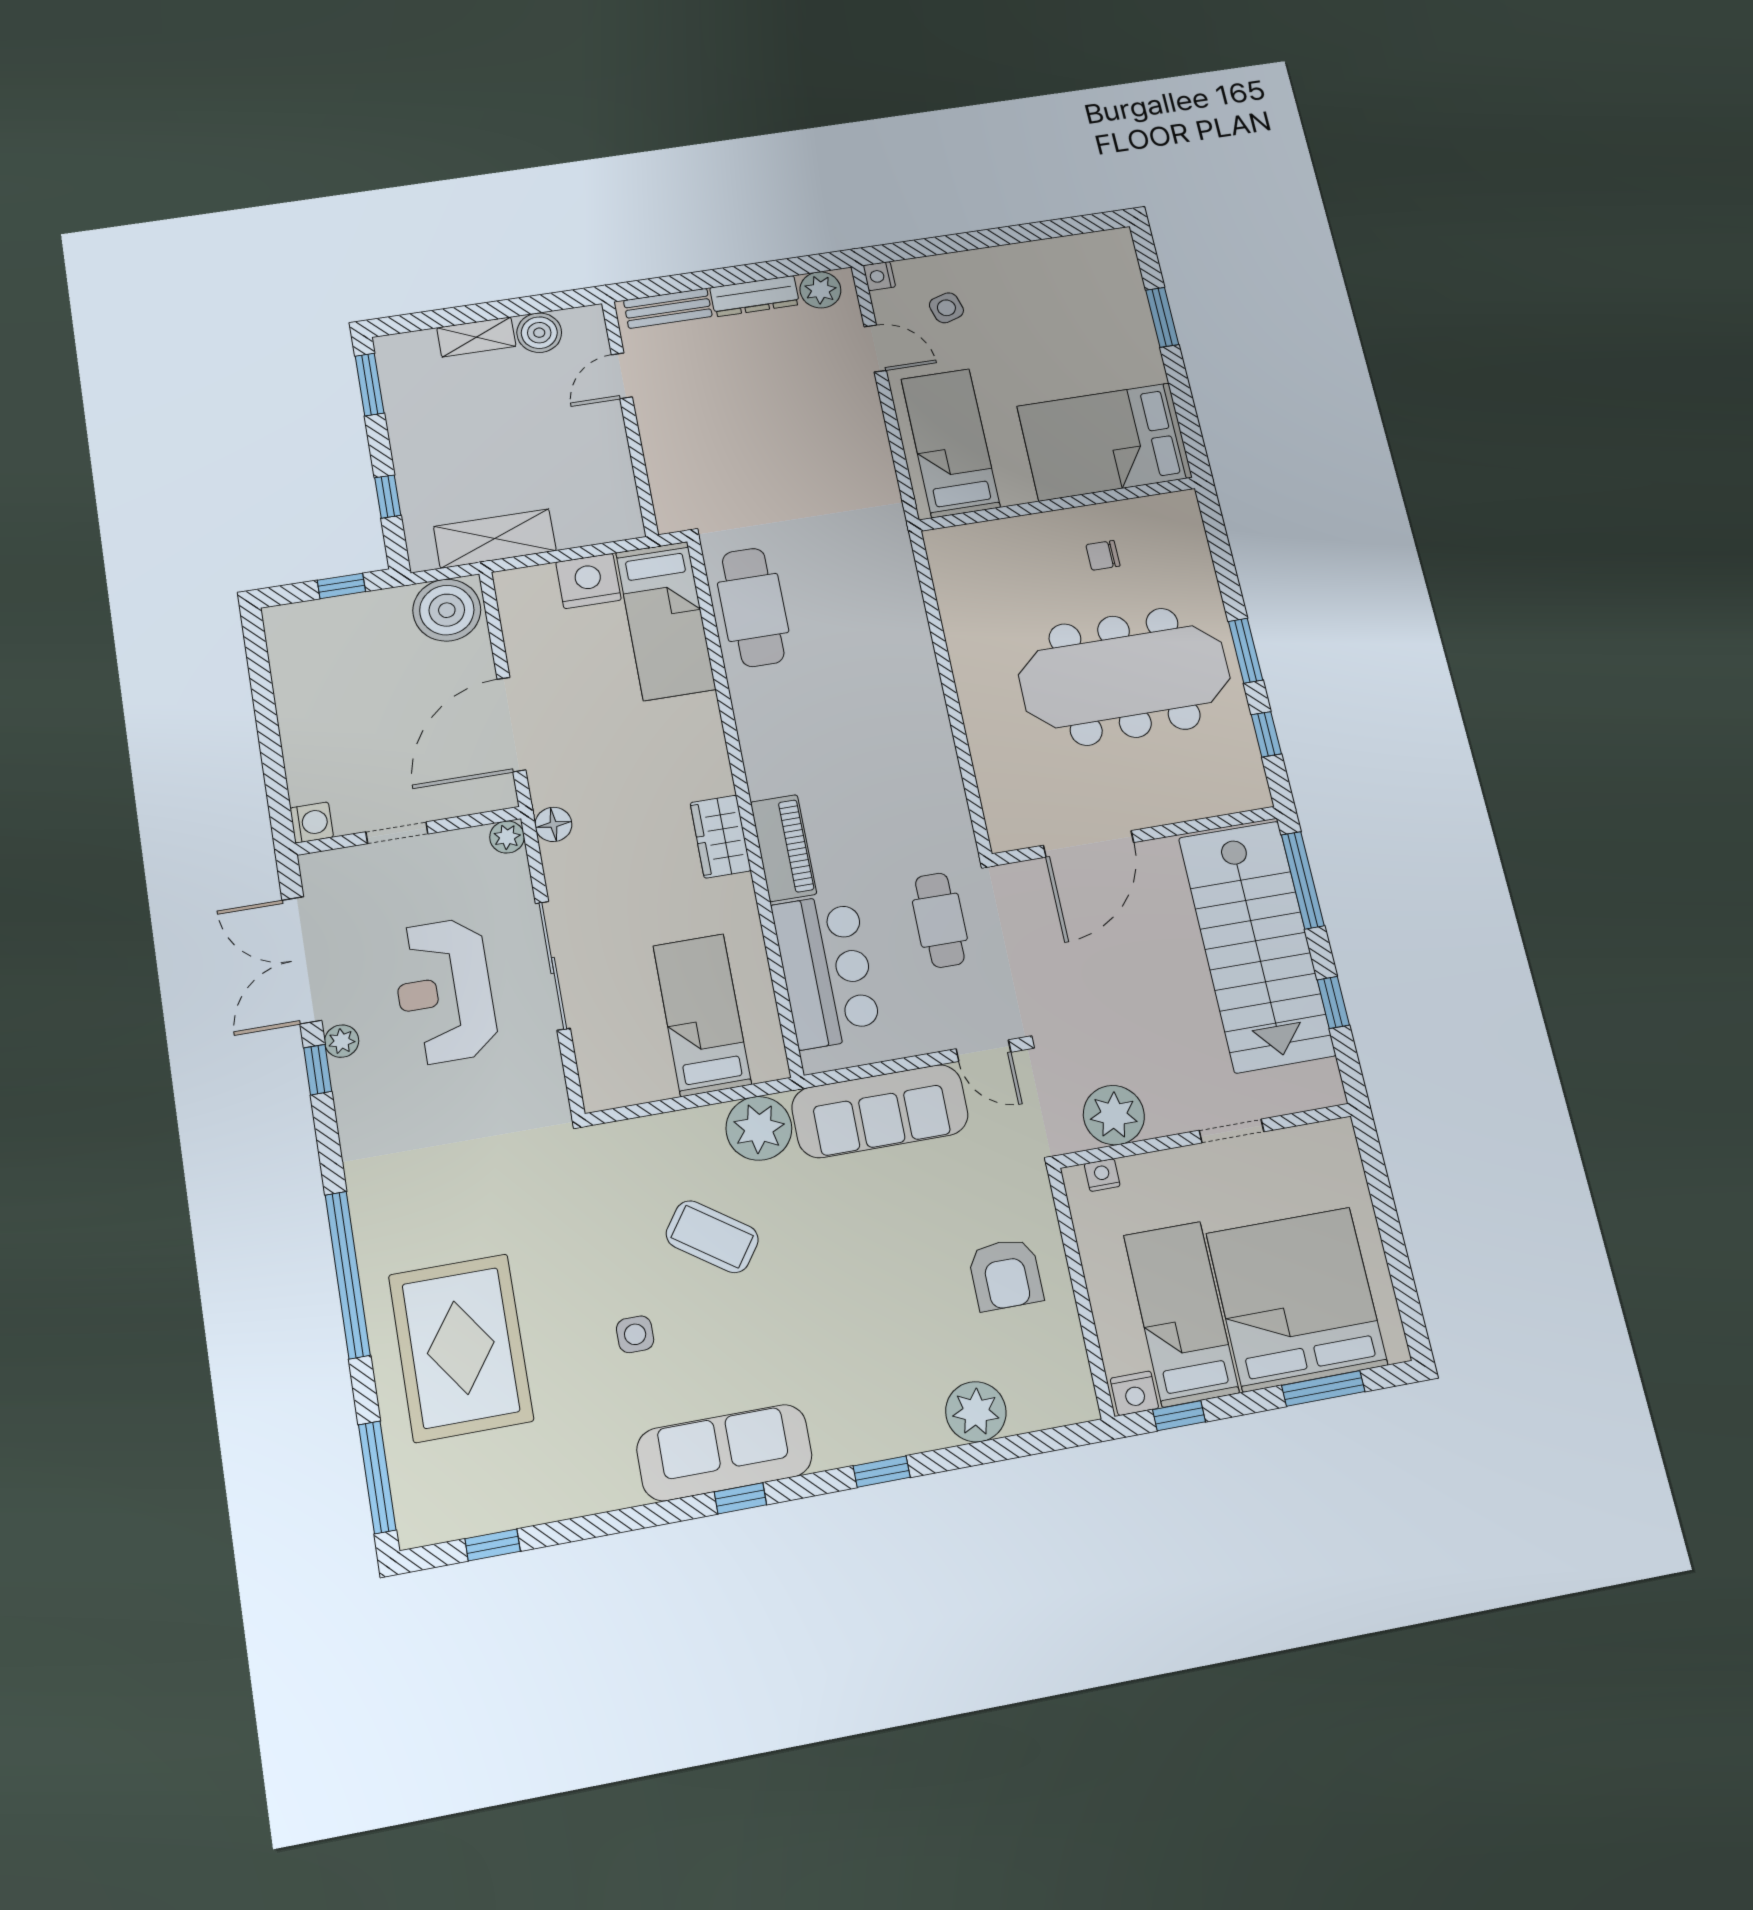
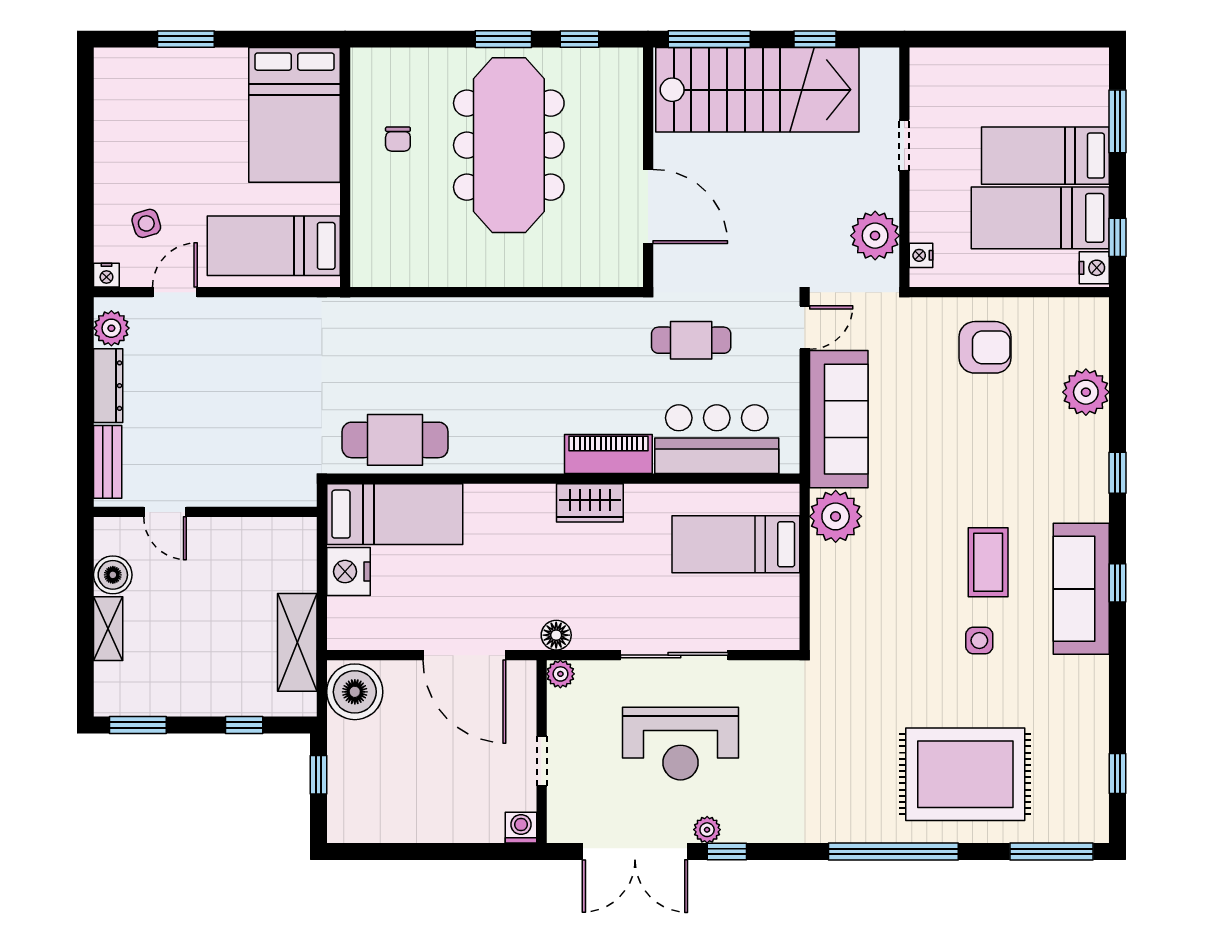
coffee table: (712, 1237) -> (988, 562), moved, turned -35
bed: (1297, 1299) -> (1045, 156), width x0.49

